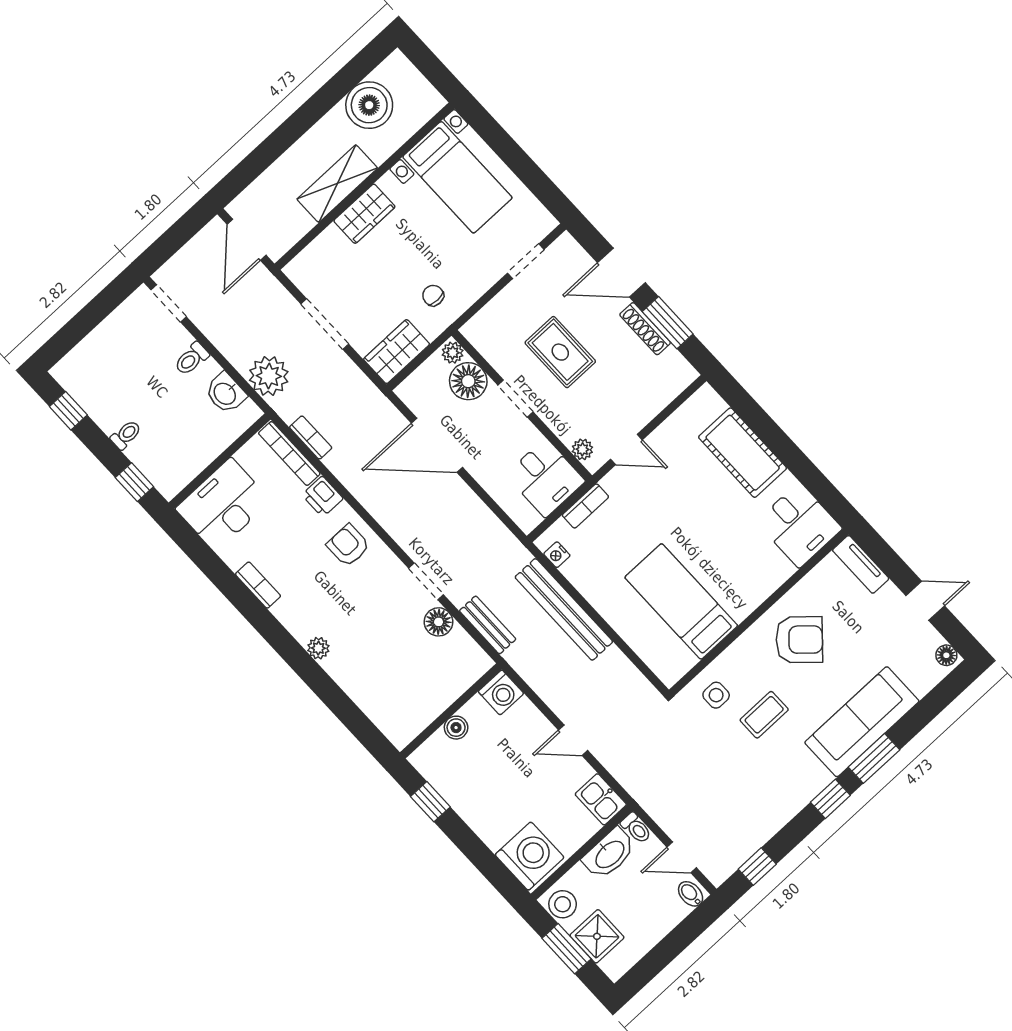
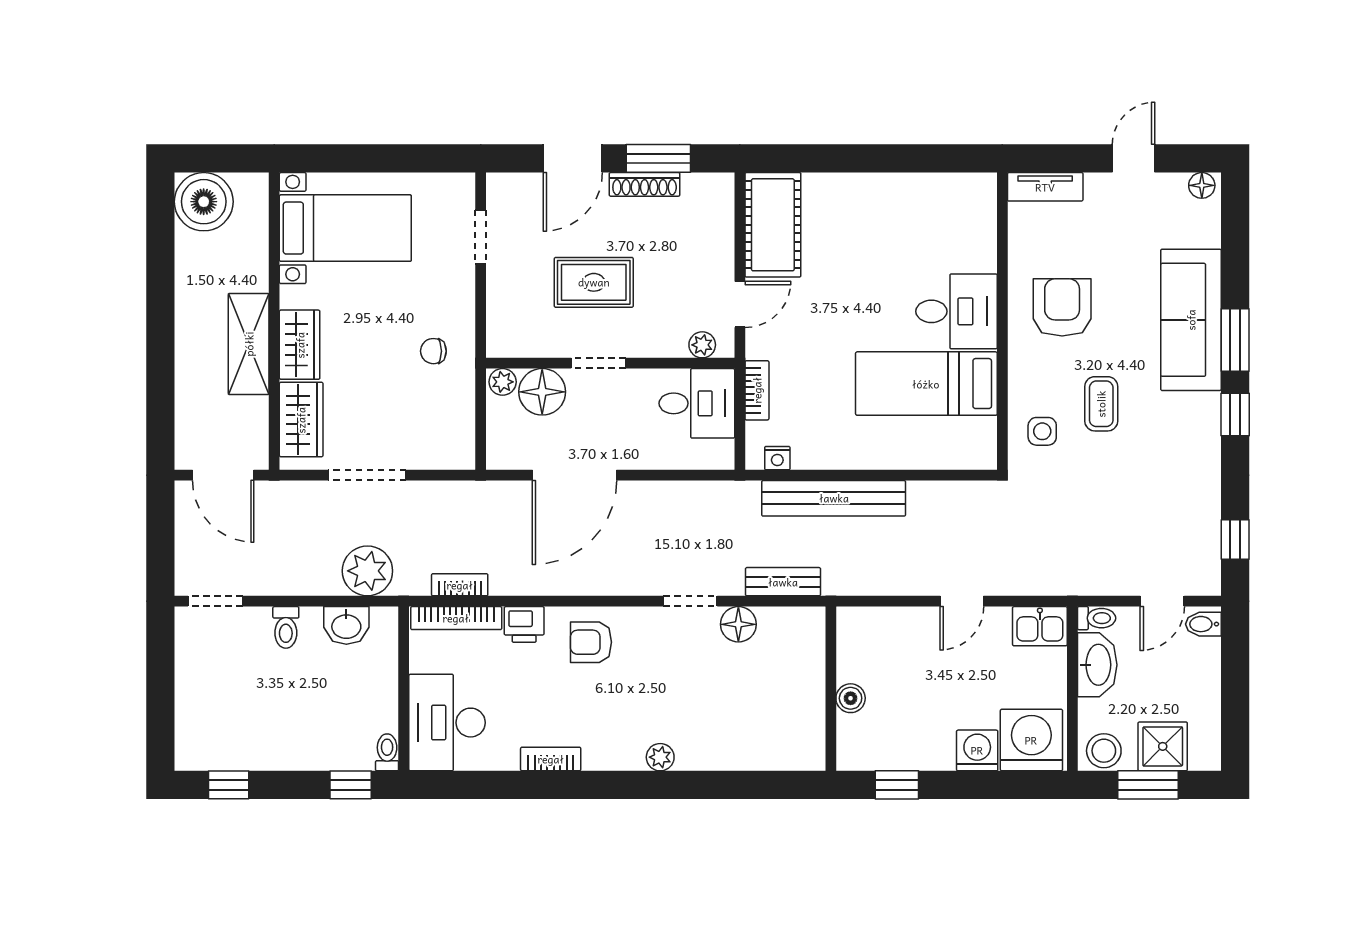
boiler: (369, 105) -> (204, 202), moved
wardrobe: (397, 352) -> (301, 420), moved, turned 180
toilet: (126, 435) -> (387, 752), moved
cot: (743, 453) -> (773, 225), moved, turned 90
desk: (799, 525) -> (957, 311), moved
armchair: (799, 640) -> (1062, 307), turned -42
washing machine: (501, 692) -> (977, 750), moved, turned -90

